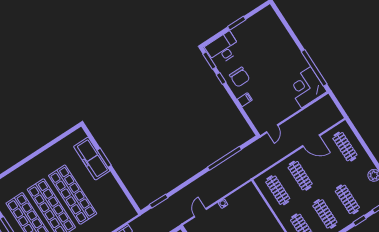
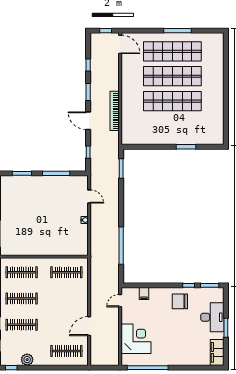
filing cabinet: (263, 17) -> (217, 352), added
desk: (223, 48) -> (212, 317), moved
corner desk: (306, 87) -> (136, 339), moved
filing cabinet: (245, 100) -> (144, 293), moved
door: (272, 129) -> (120, 301), hinge flipped
freezer: (92, 159) -> (192, 136), removed
clothes rail: (300, 176) -> (66, 298), removed

